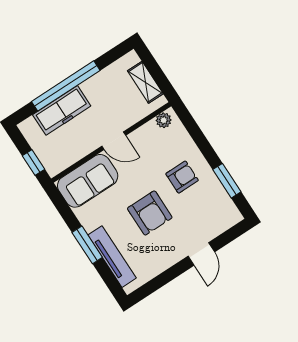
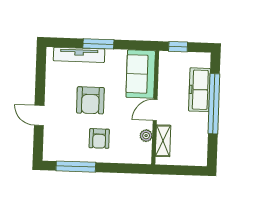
shelving: (145, 82) -> (163, 141), moved, turned 90
plant: (164, 120) -> (146, 136), moved
window: (227, 181) -> (76, 167), width x1.44
armchair: (150, 213) -> (90, 100), turned -90

